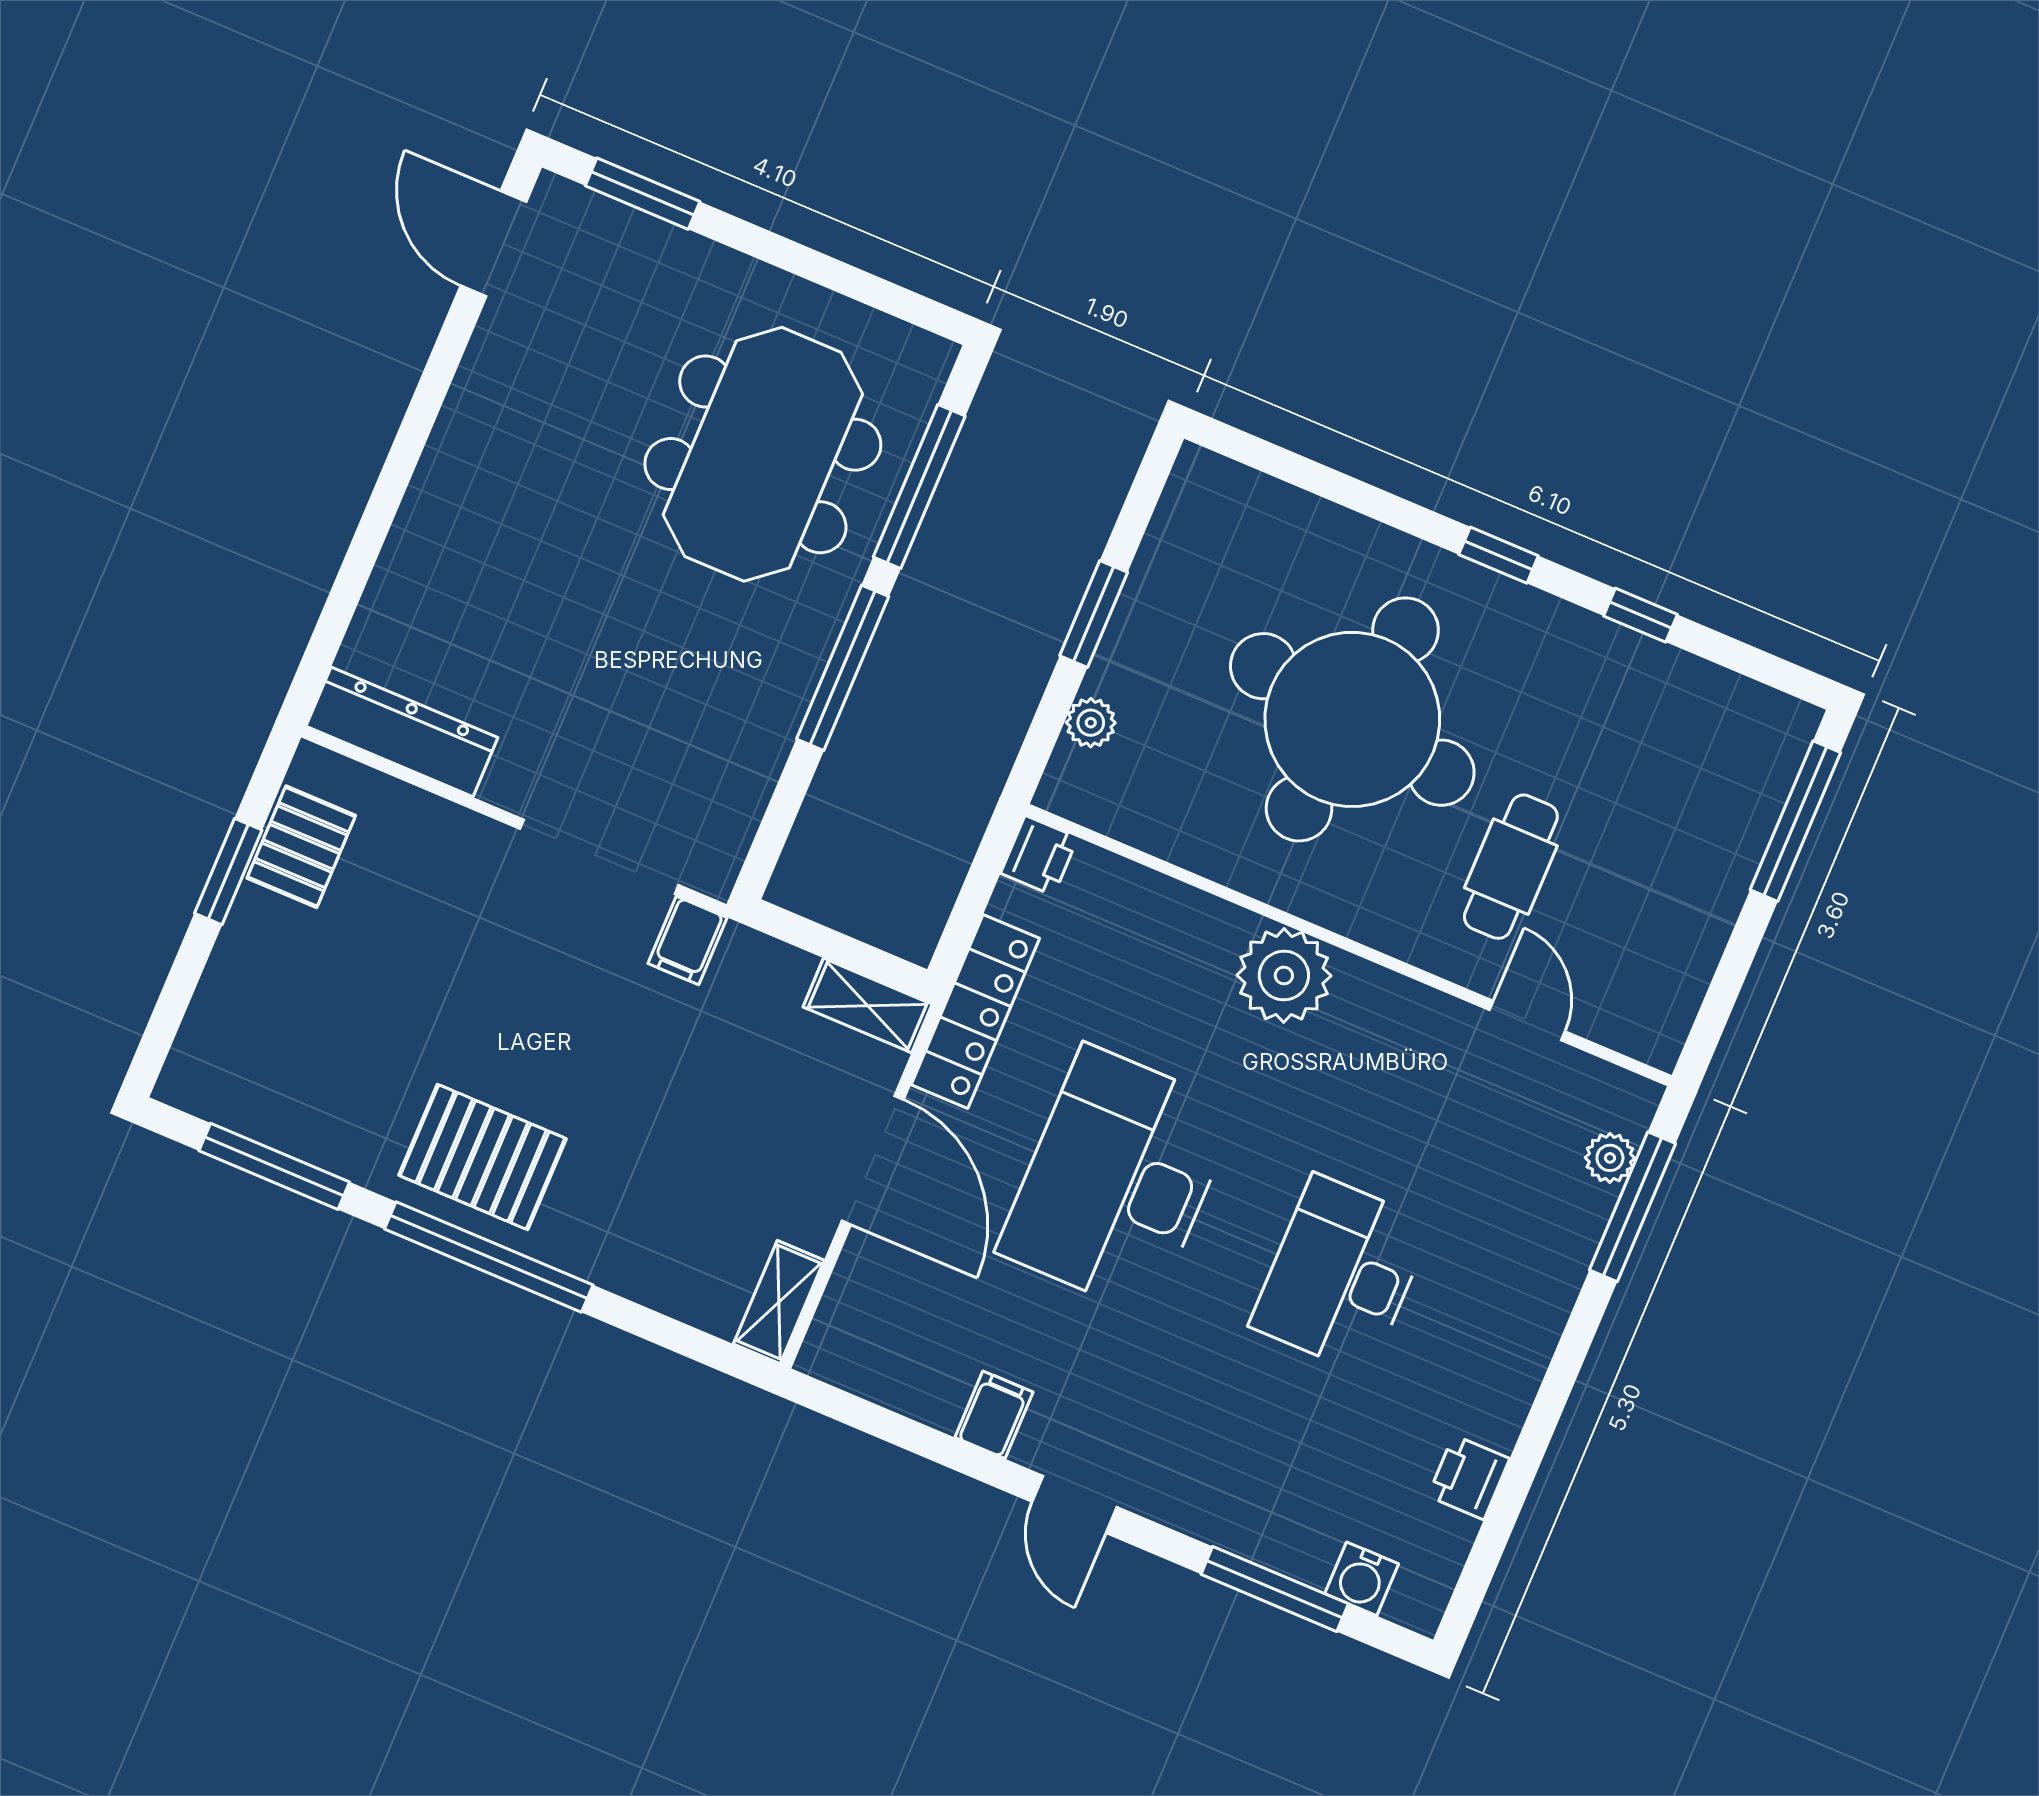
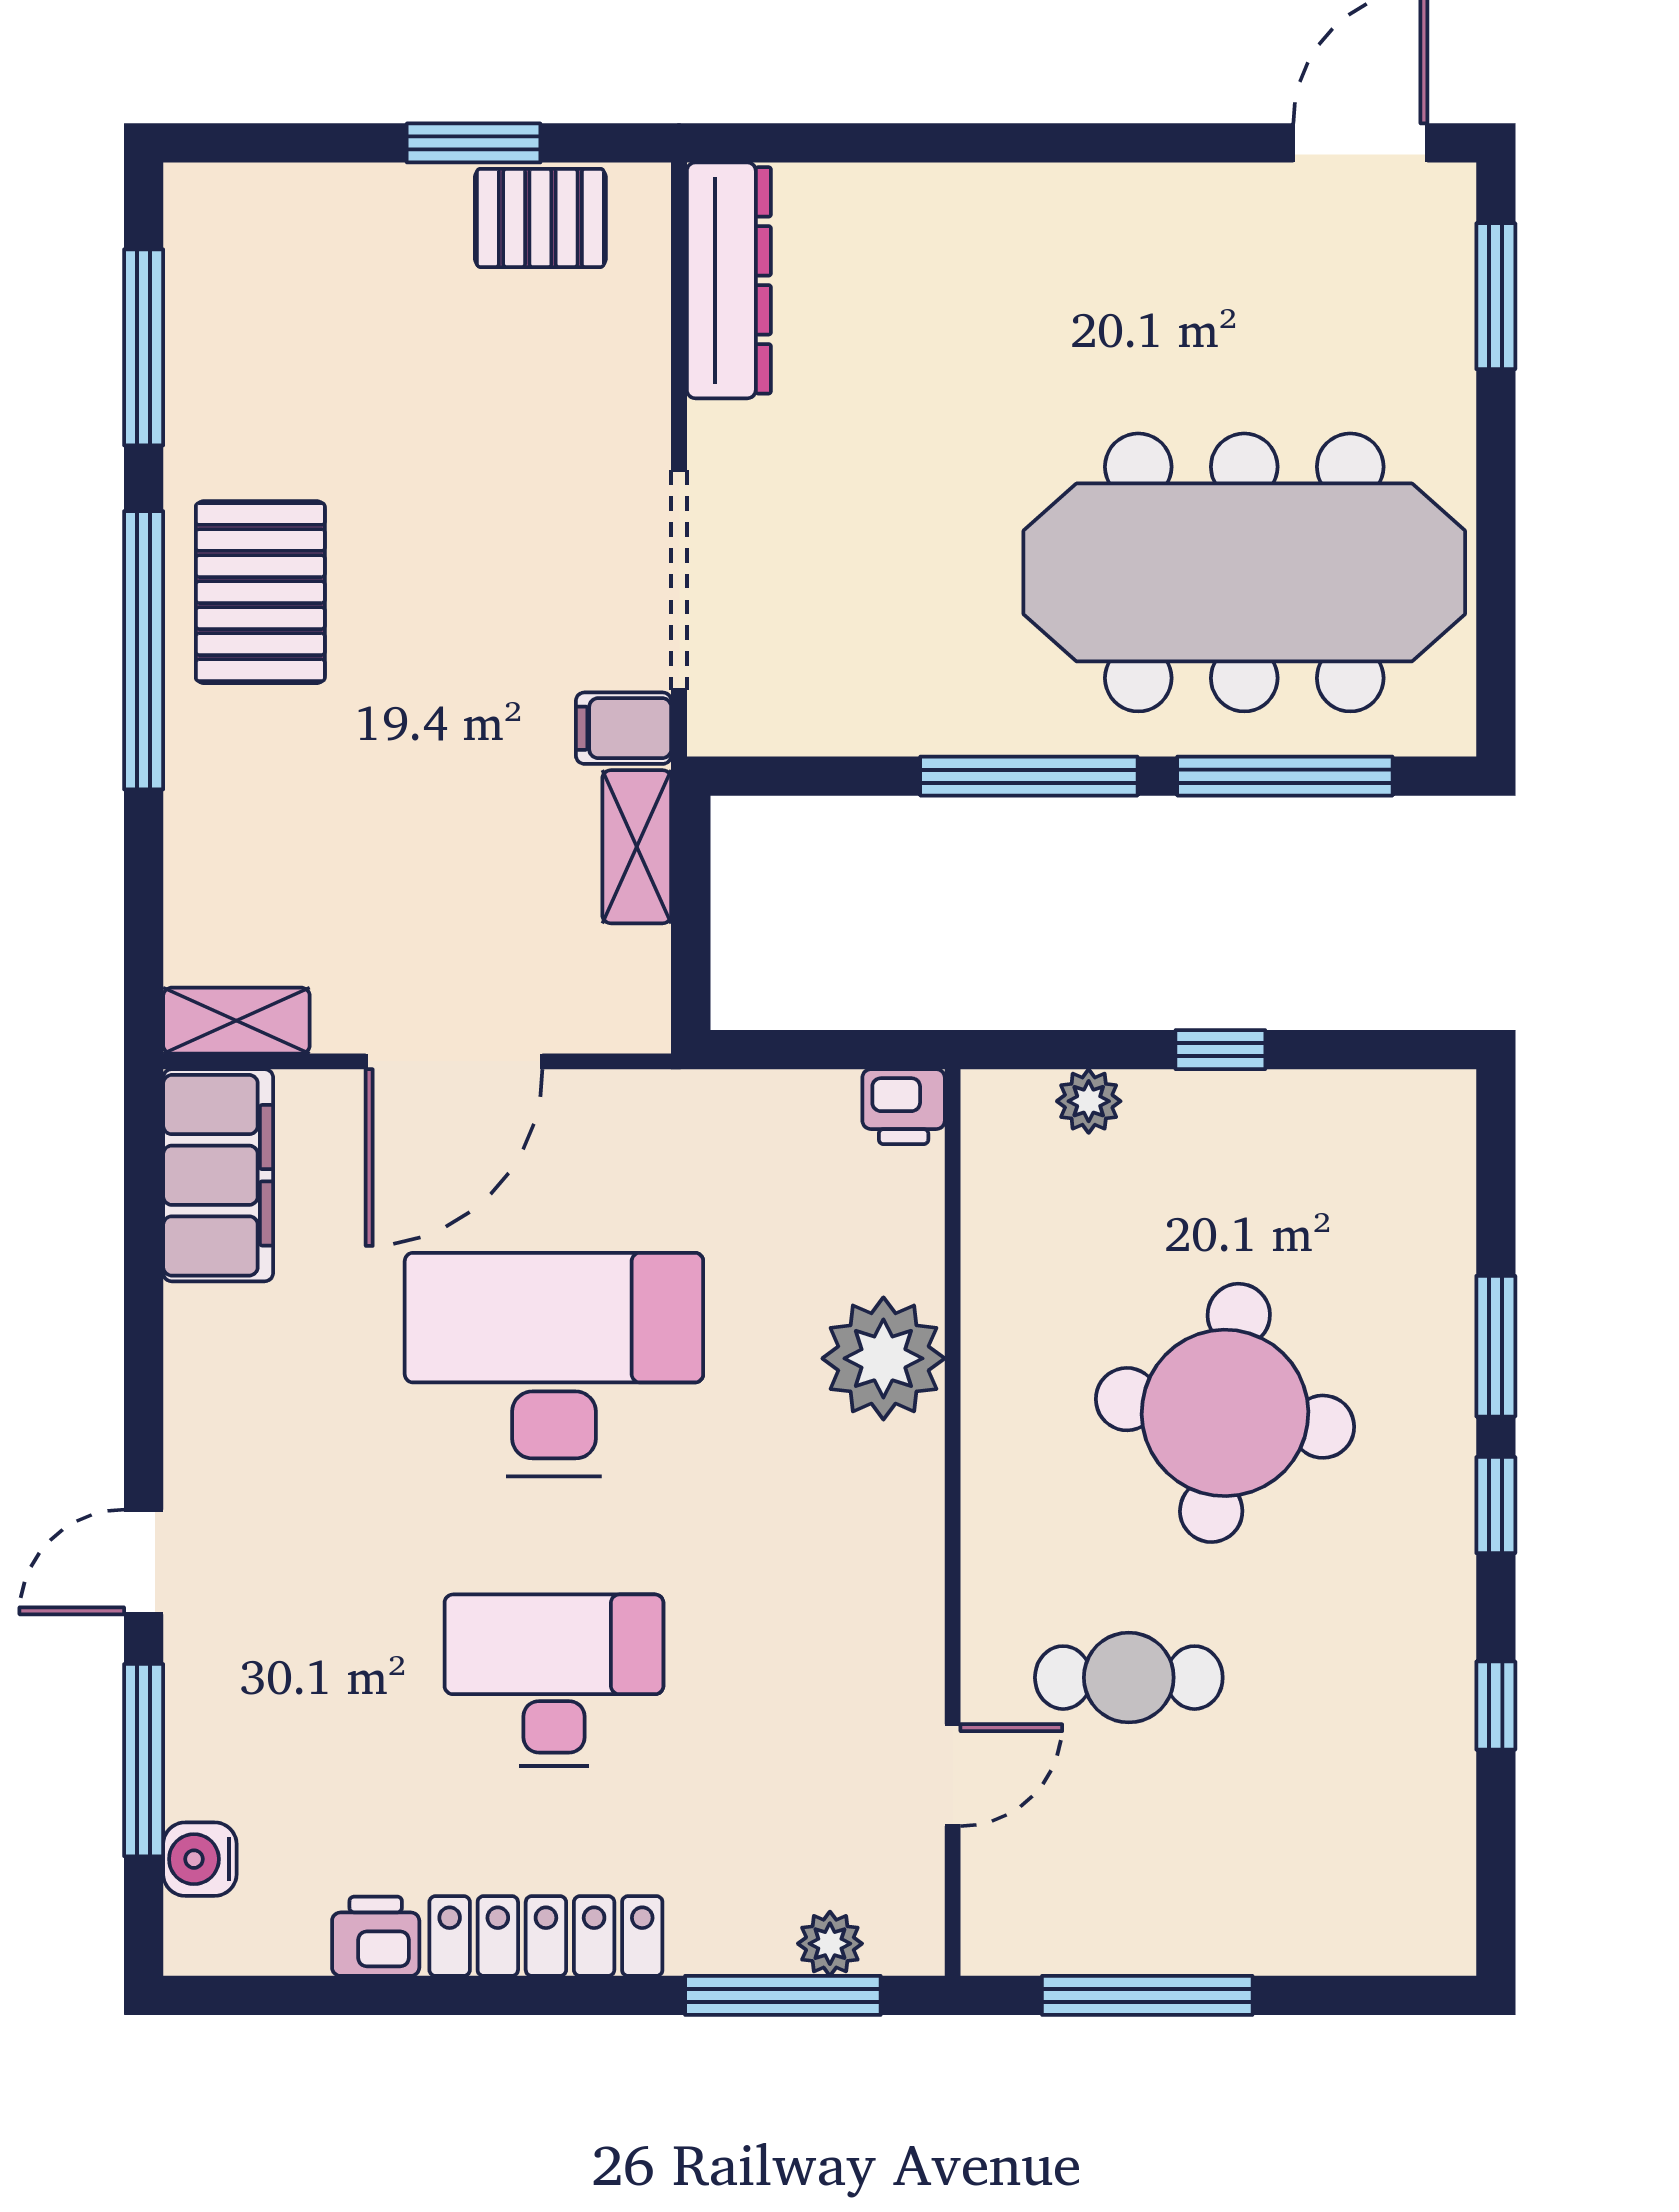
meeting table: (763, 454) -> (1244, 572), width x1.36
window: (1386, 508) -> (1496, 1346), added
window: (1094, 614) -> (1220, 1050), width x0.67
round table: (1352, 719) -> (1225, 1413), width x0.73, depth x0.73
window: (1795, 821) -> (1147, 1995), moved
plant: (1284, 975) -> (883, 1358), moved
shelving: (868, 1006) -> (637, 847), moved
locker: (975, 1011) -> (546, 1936), moved, turned 180
filing cabinet: (994, 1415) -> (218, 1175), moved, width x3.00, depth x1.17
door: (1074, 1504) -> (144, 1562), moved

